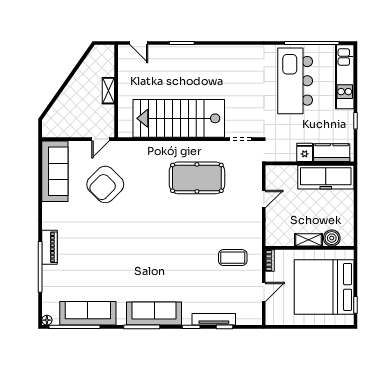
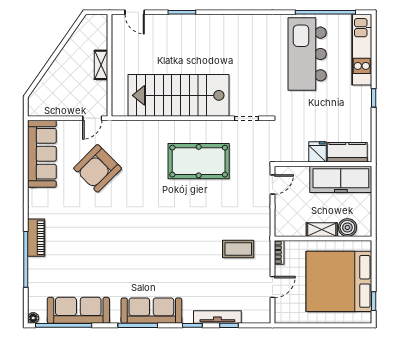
fridge: (305, 152) -> (318, 152), moved
kitchen counter: (332, 153) -> (347, 152), moved
wall: (310, 163) -> (323, 164), moved
freezer: (326, 177) -> (341, 179), moved

